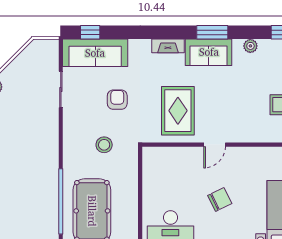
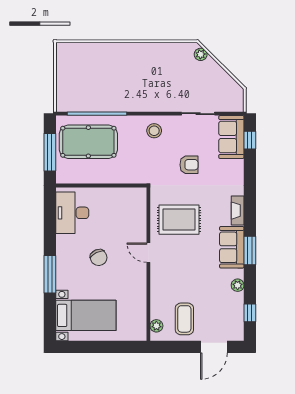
sofa: (95, 53) -> (231, 137), width x0.73
stool: (104, 145) -> (154, 131), moved

